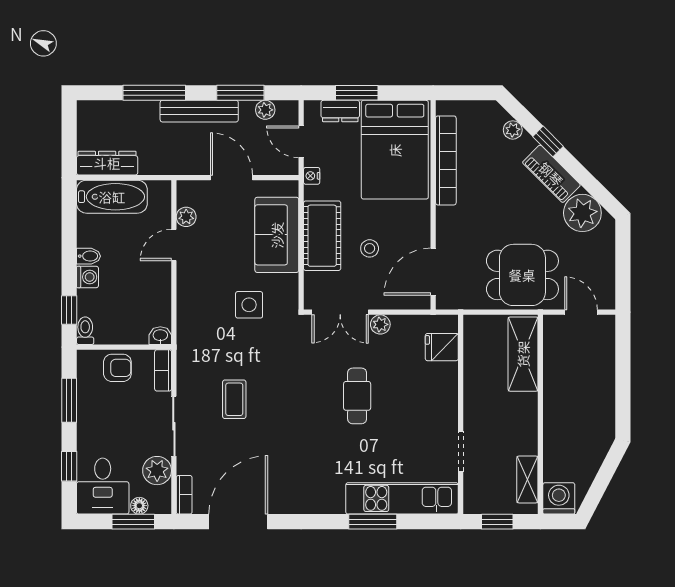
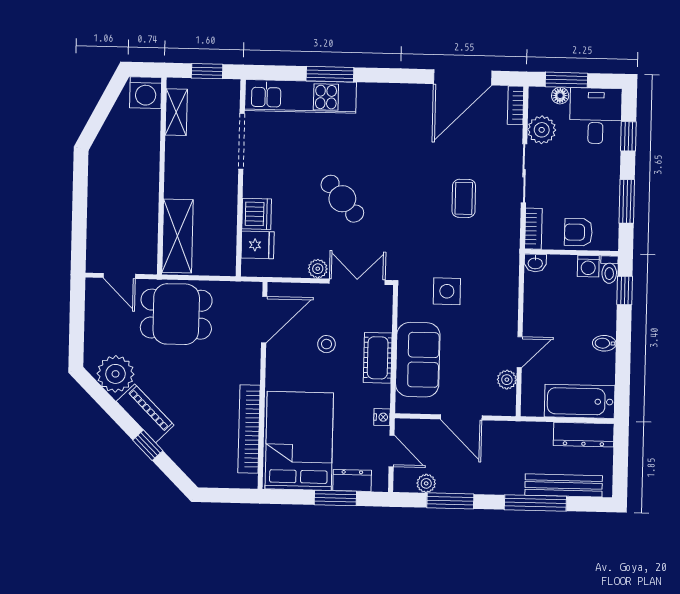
bench: (199, 111) -> (564, 485), moved
plant: (513, 130) -> (182, 458), removed
cot: (322, 236) -> (378, 358), width x0.73, depth x0.75
washing machine: (87, 277) -> (588, 266), moved, turned -90
dishwasher: (444, 378) -> (257, 214), added
cafe table: (357, 396) -> (342, 199), turned -41
doorway: (461, 452) -> (241, 141), width x1.38

